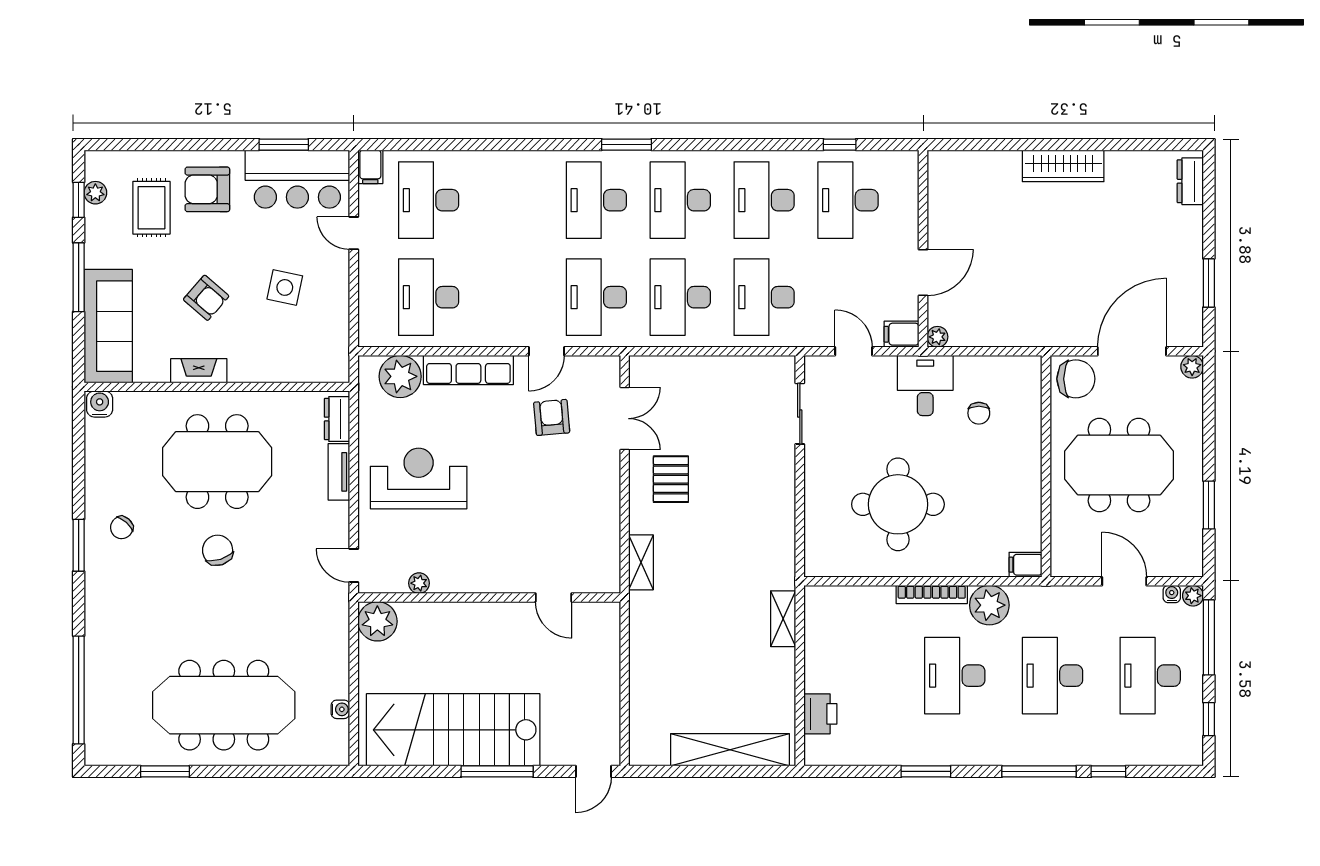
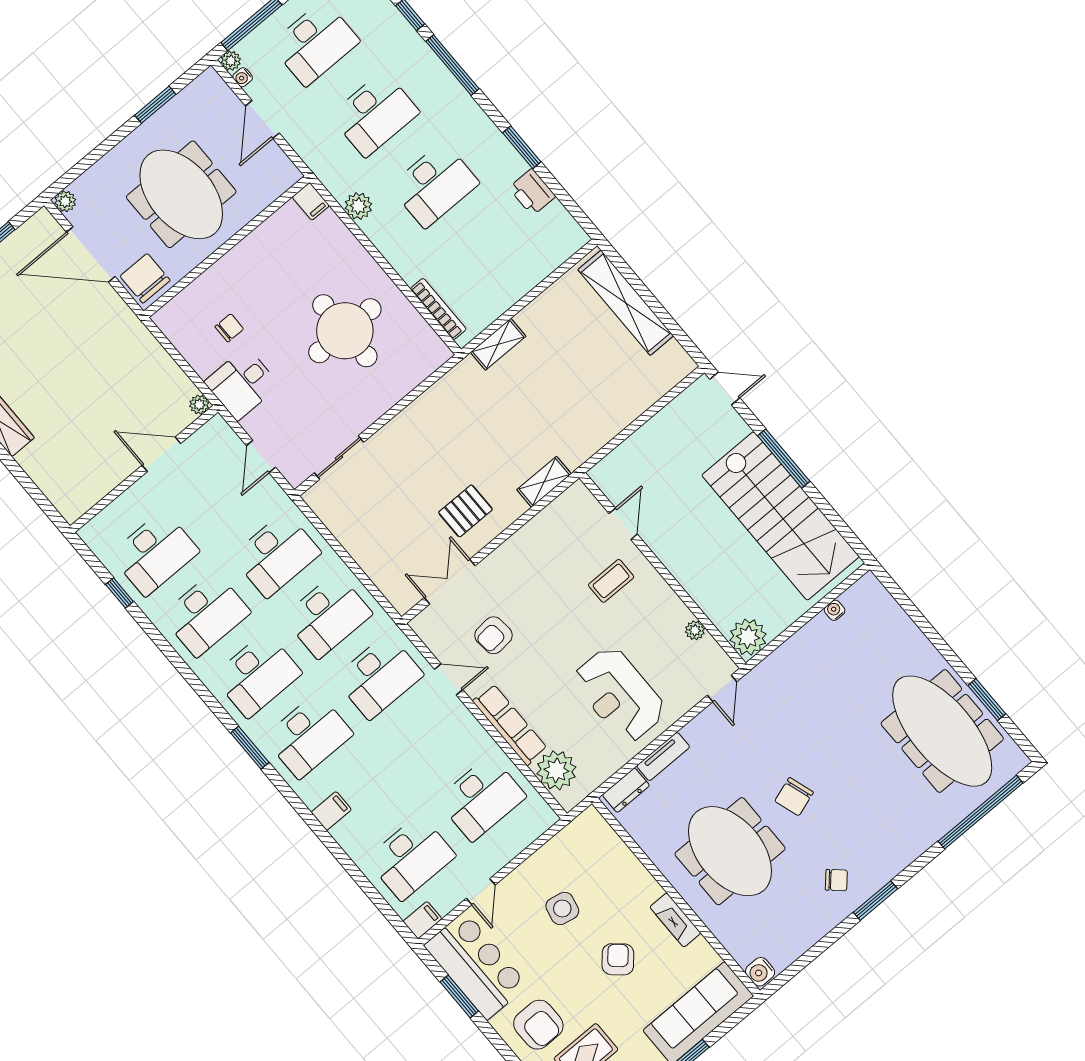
filing cabinet: (901, 334) -> (331, 811), moved, turned -90
coffee table: (516, 549) -> (611, 581), added
bookcase: (932, 594) -> (438, 309), moved
plant: (989, 605) -> (358, 206), width x0.73, depth x0.73
meeting table: (224, 705) -> (942, 731), moved
printer: (820, 714) -> (532, 192), moved, turned -90

